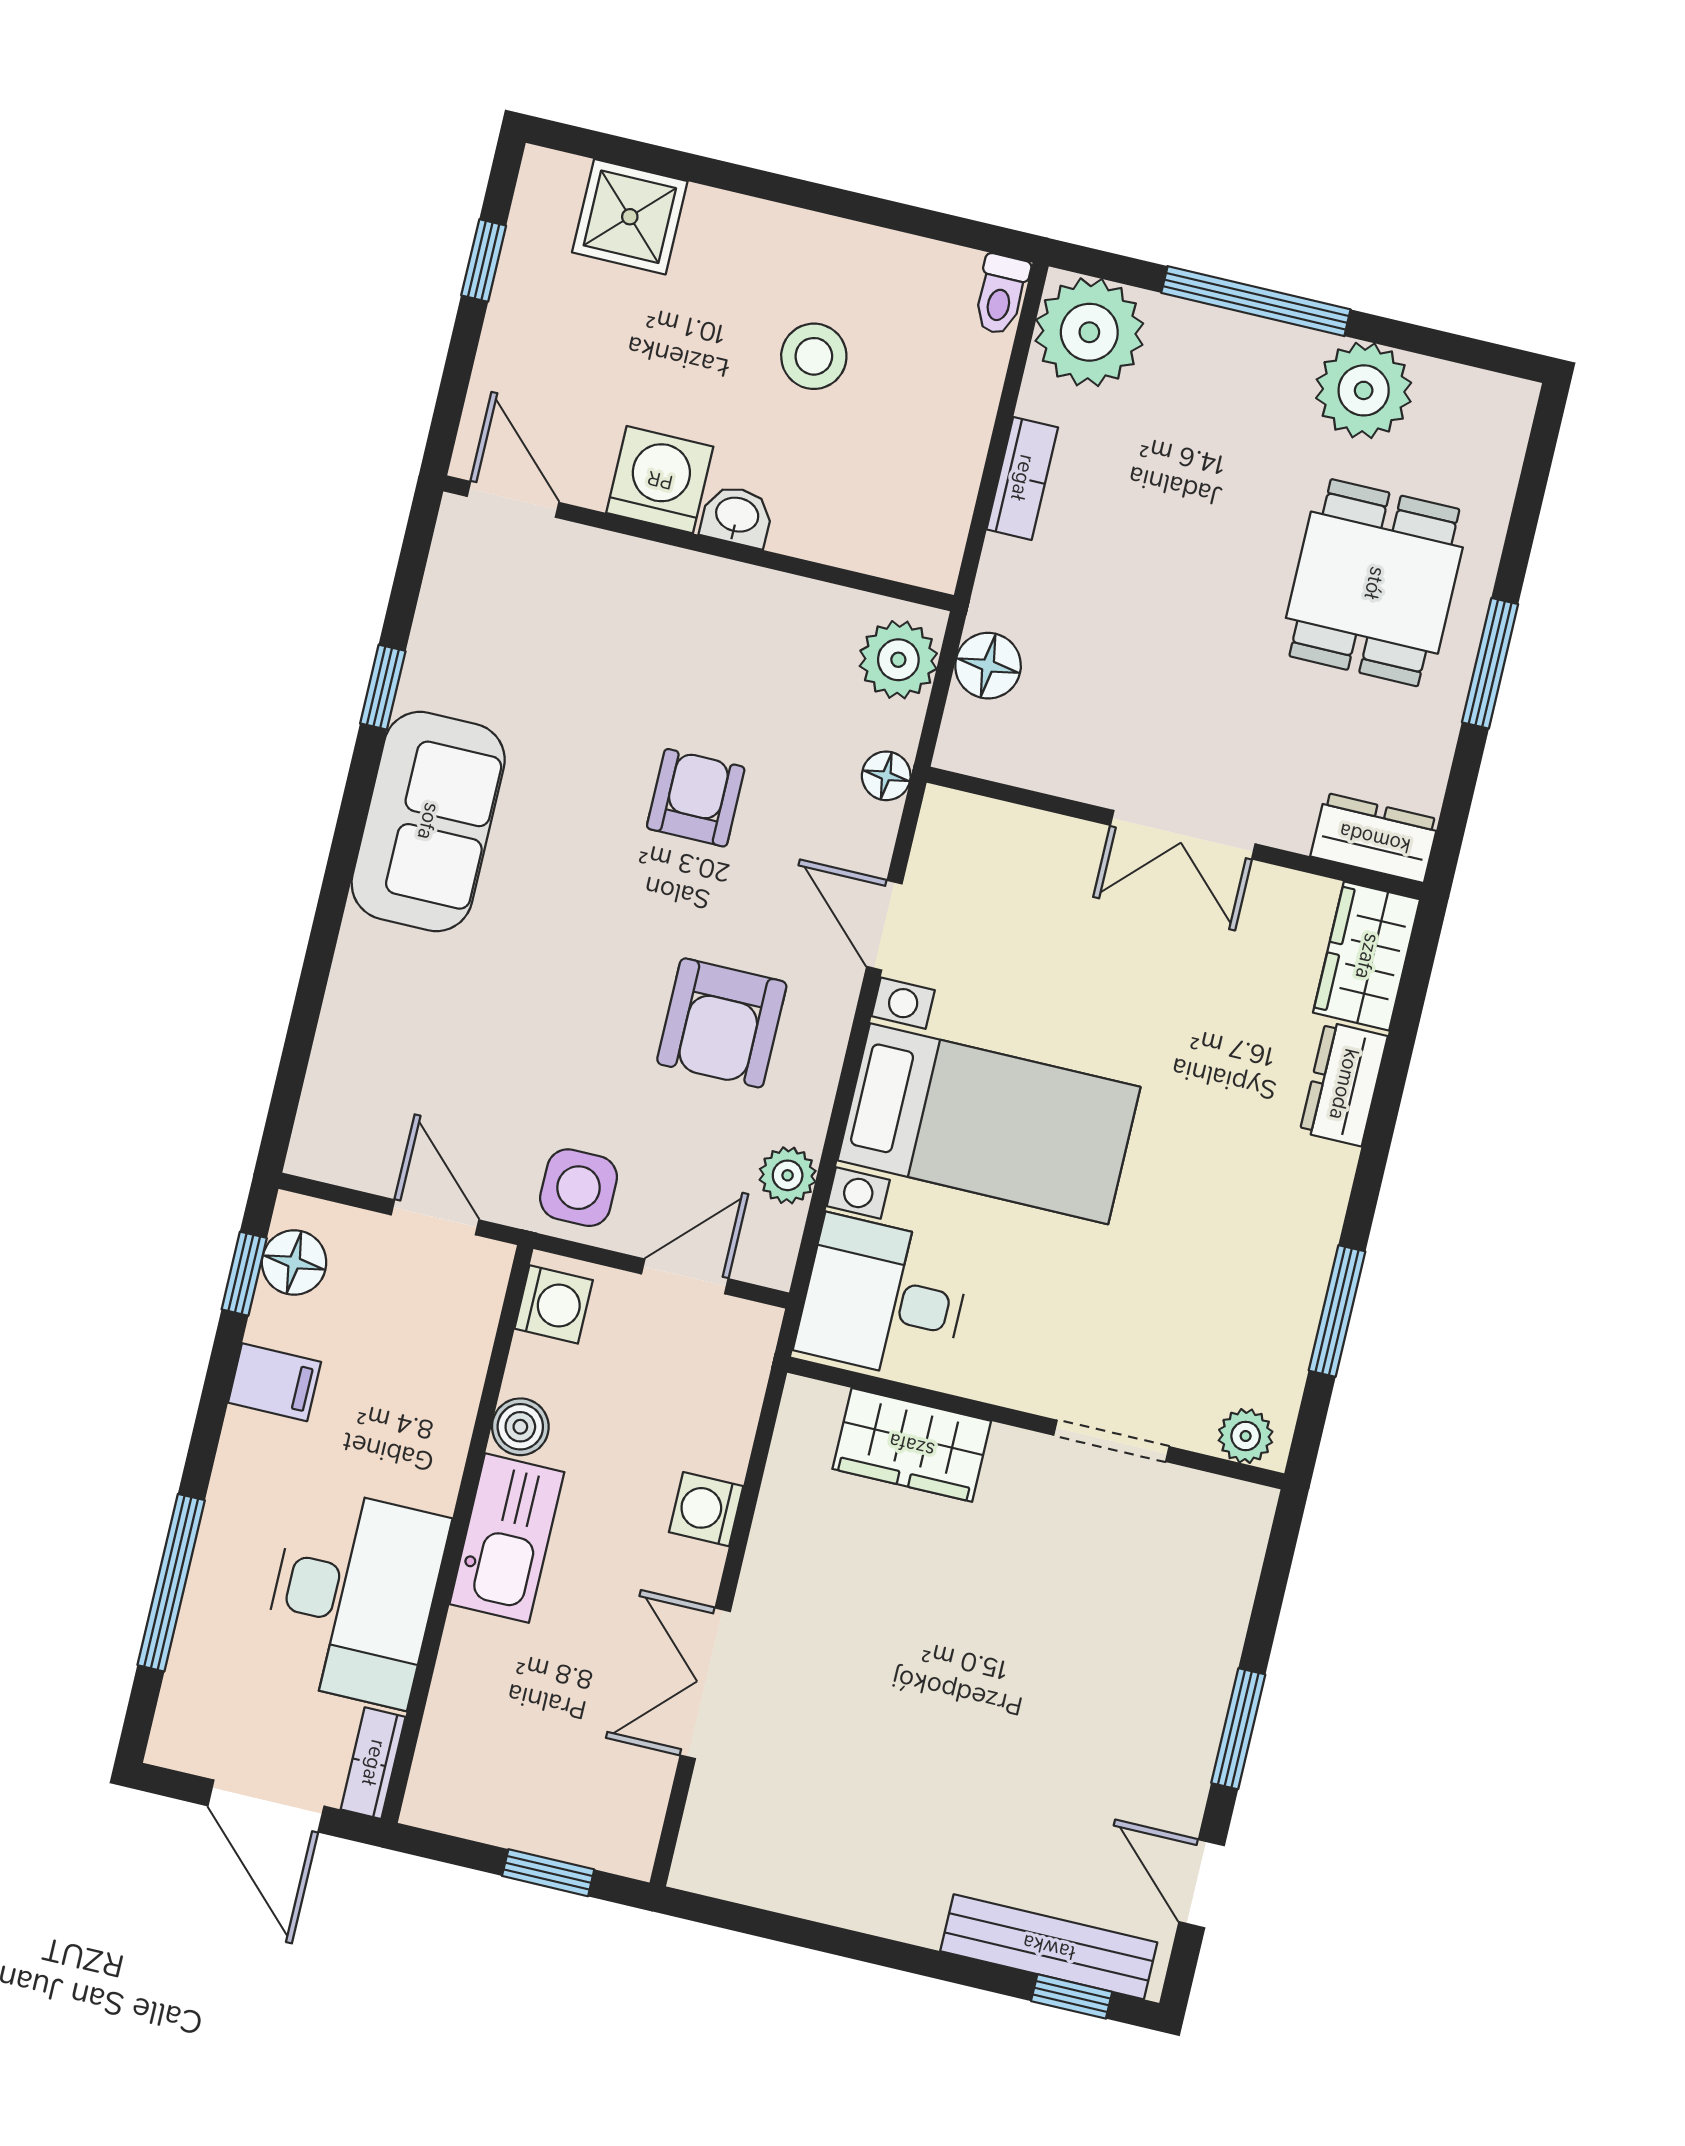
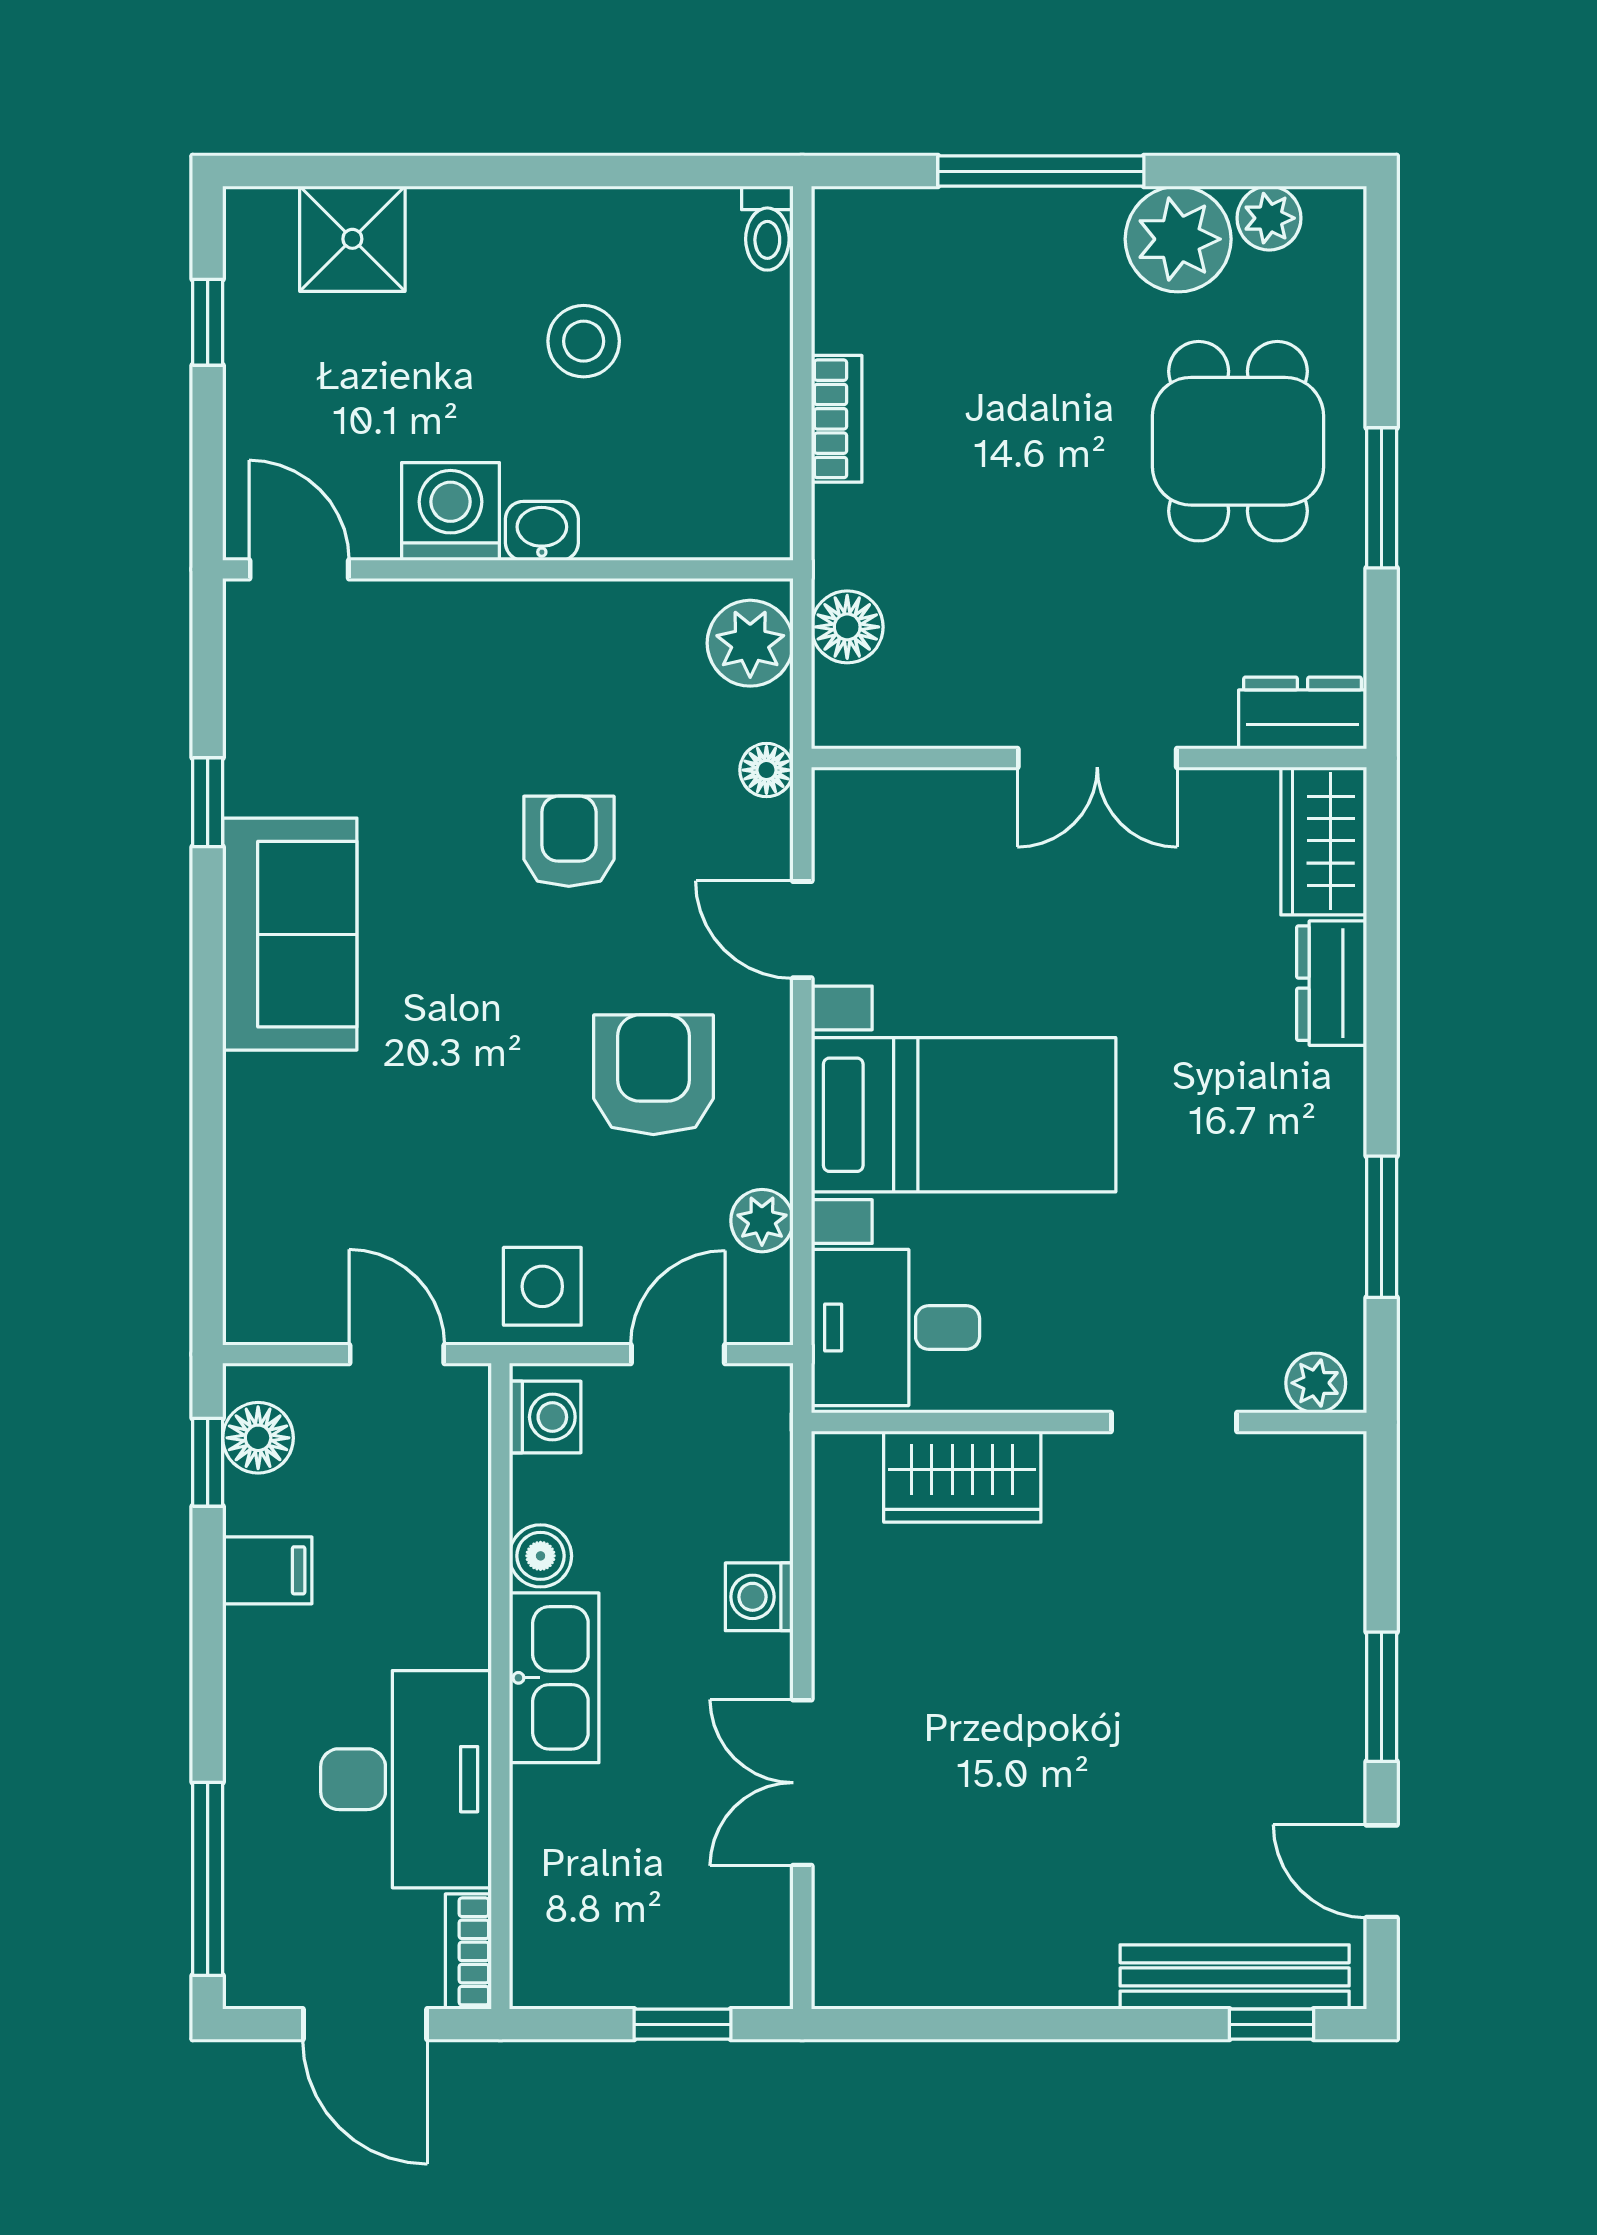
plant: (1089, 332) -> (1269, 218), moved, width x0.53, depth x0.53
armchair: (722, 1023) -> (653, 1075), turned 180
window: (171, 1583) -> (208, 1879), moved

